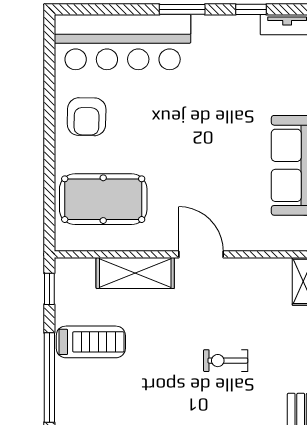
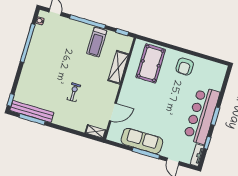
bar counter: (123, 42) -> (202, 115), moved
armchair: (87, 117) -> (185, 67), turned -88
door: (201, 254) -> (113, 112), moved

